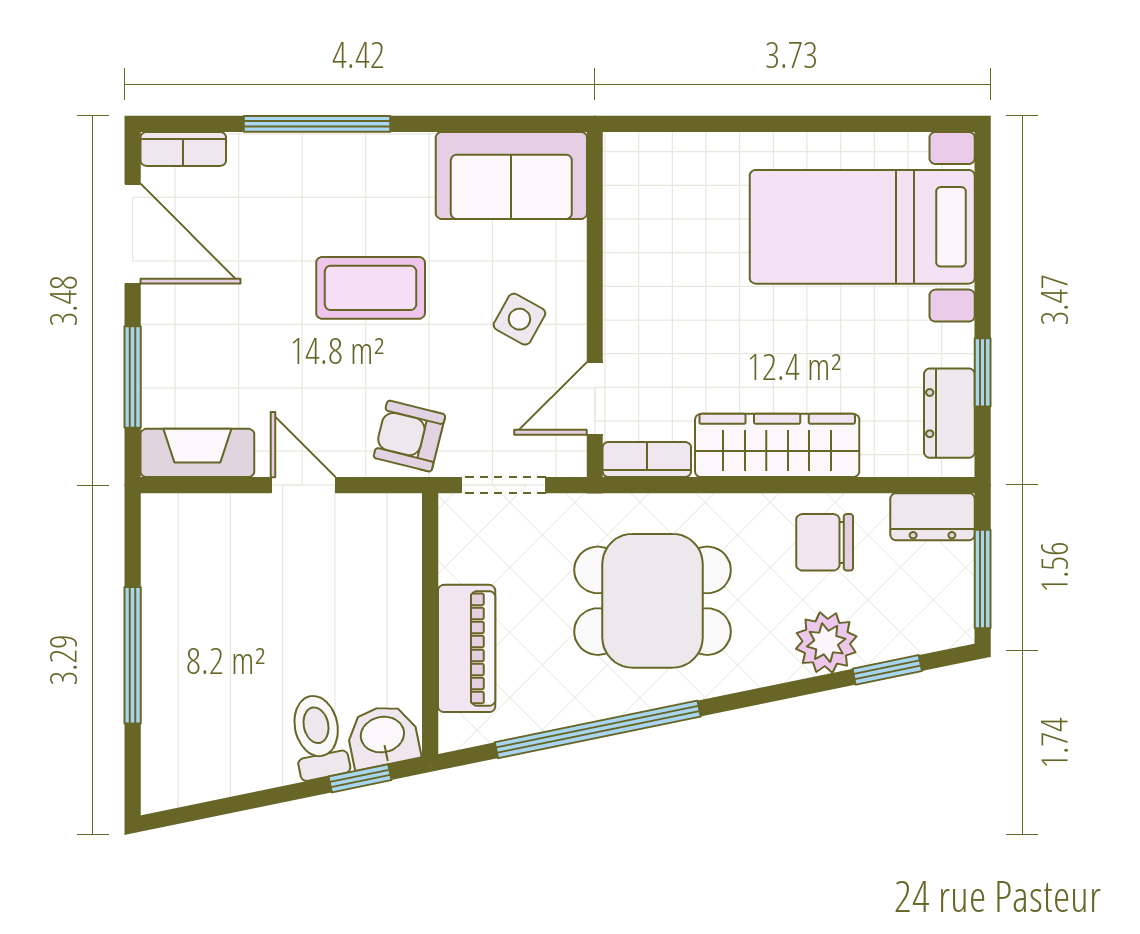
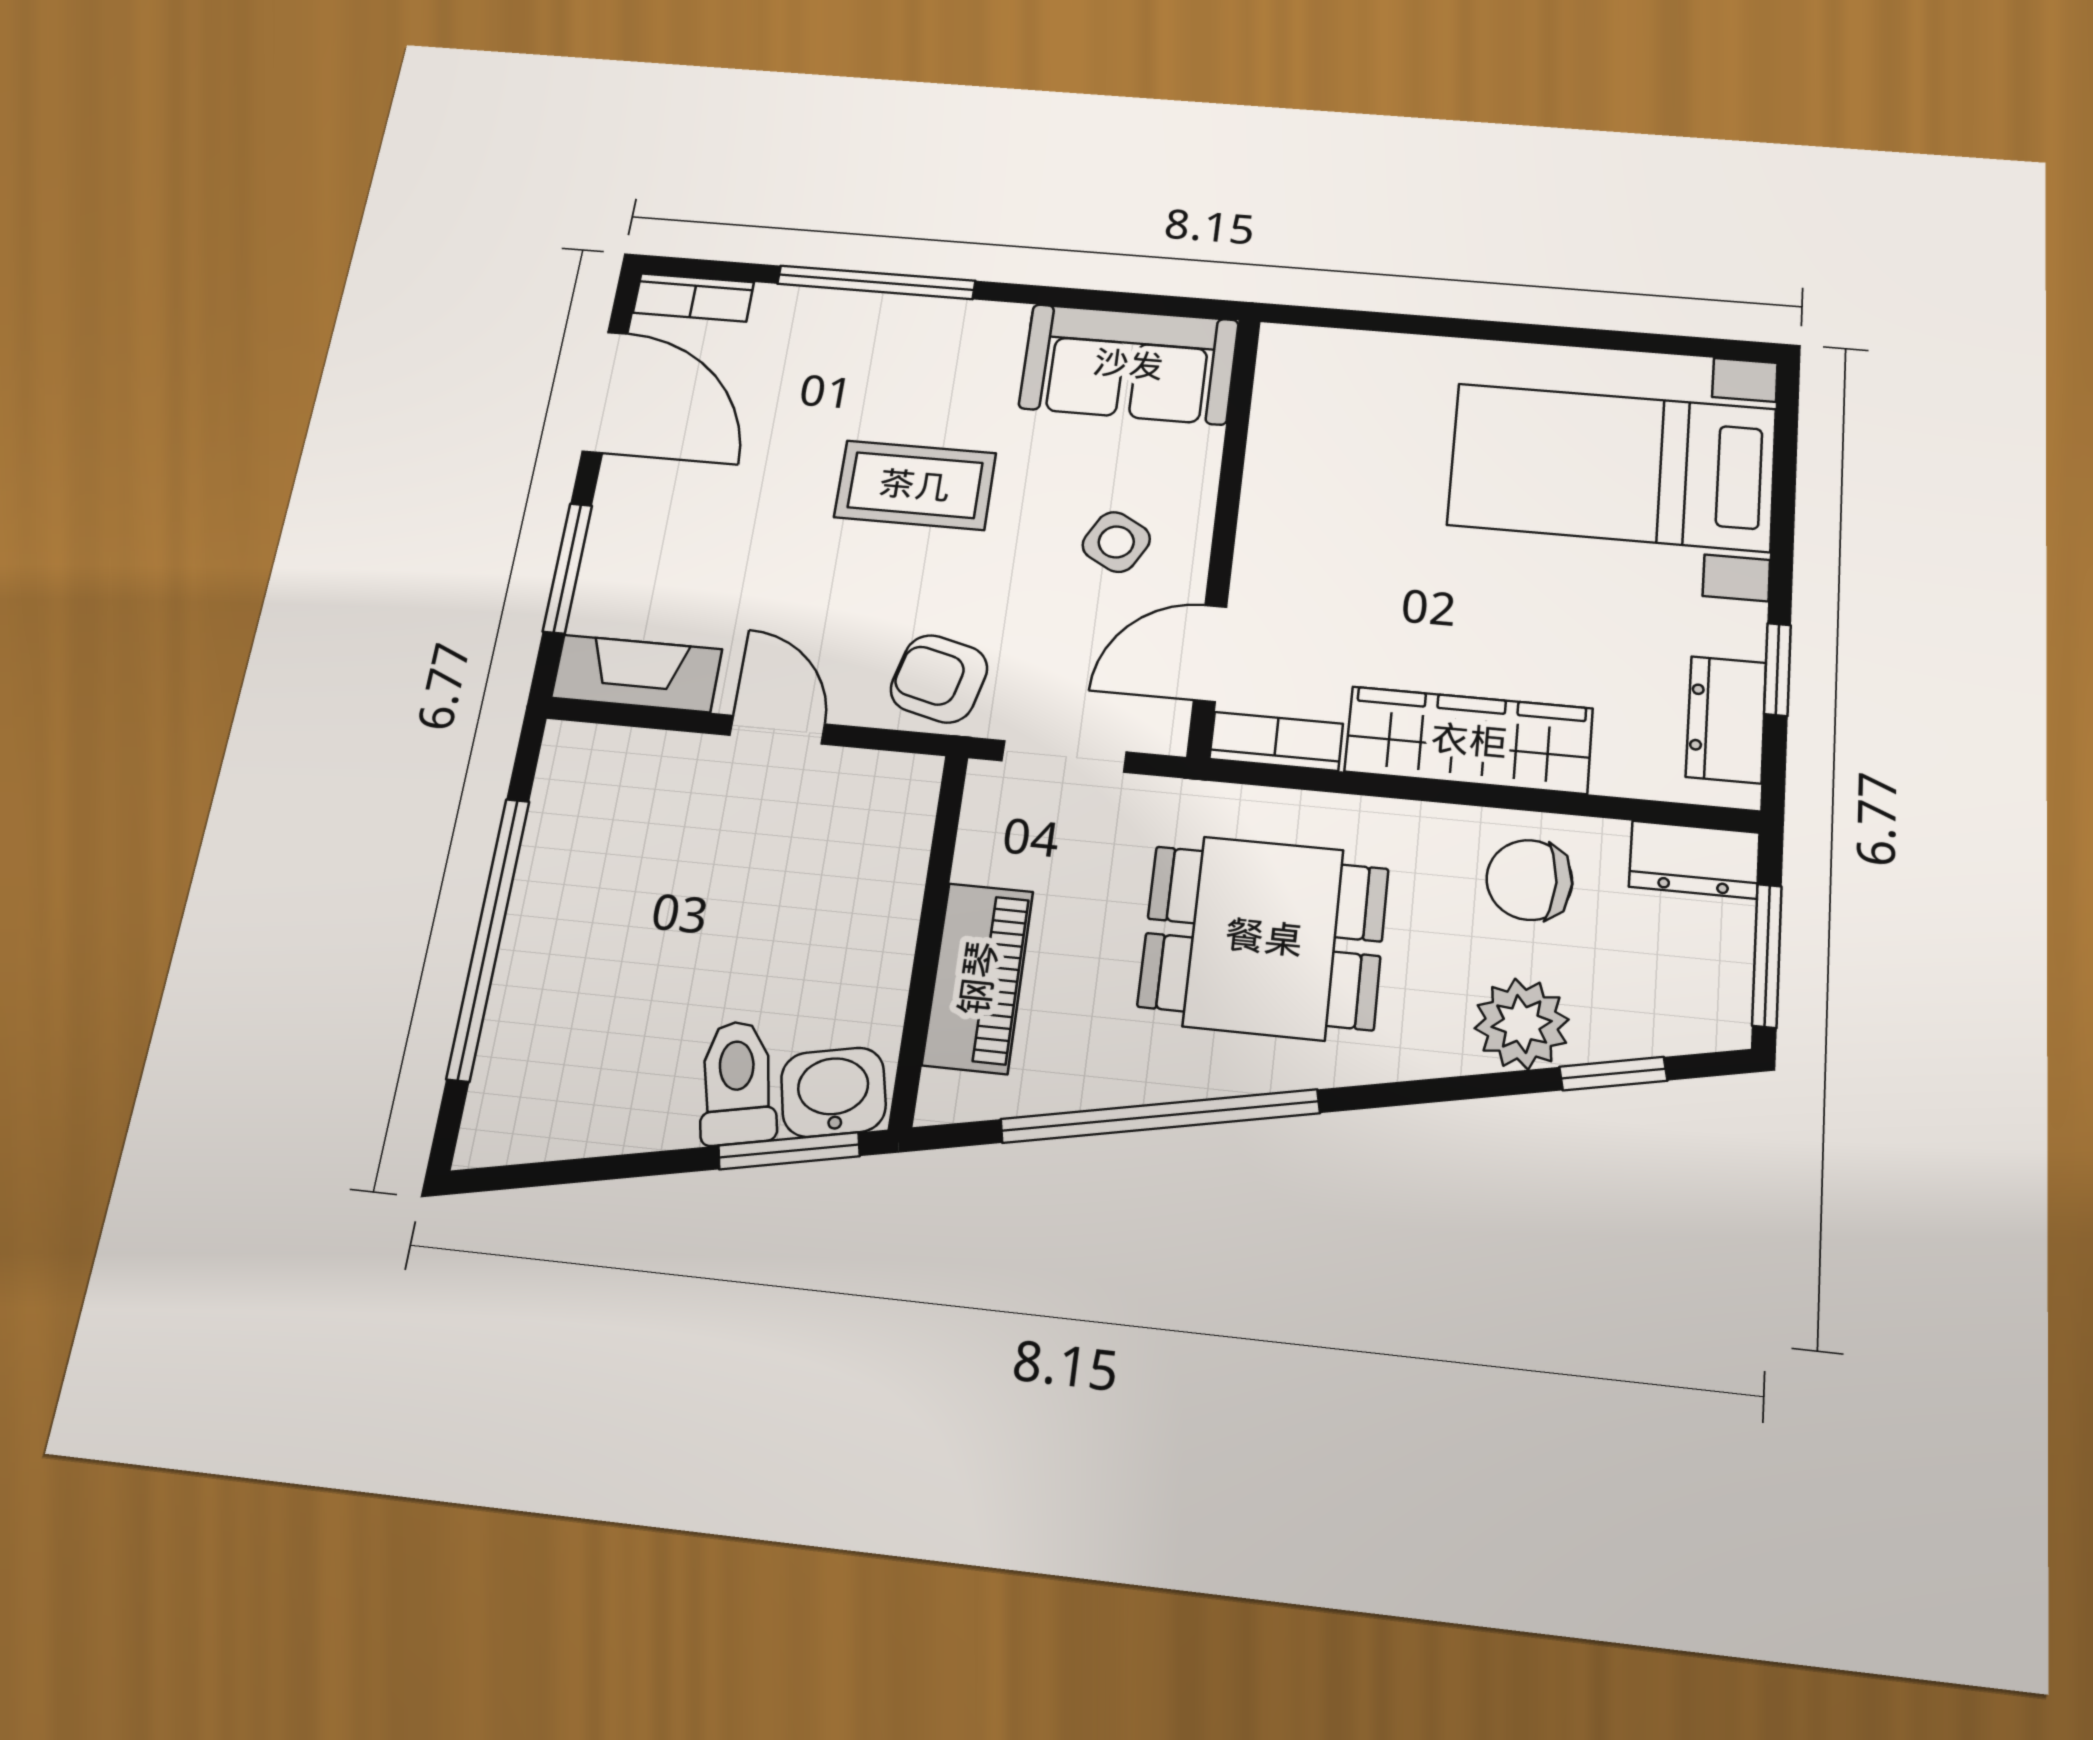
window: (133, 655) -> (488, 938), width x1.46
window: (360, 778) -> (789, 1151), width x1.50

